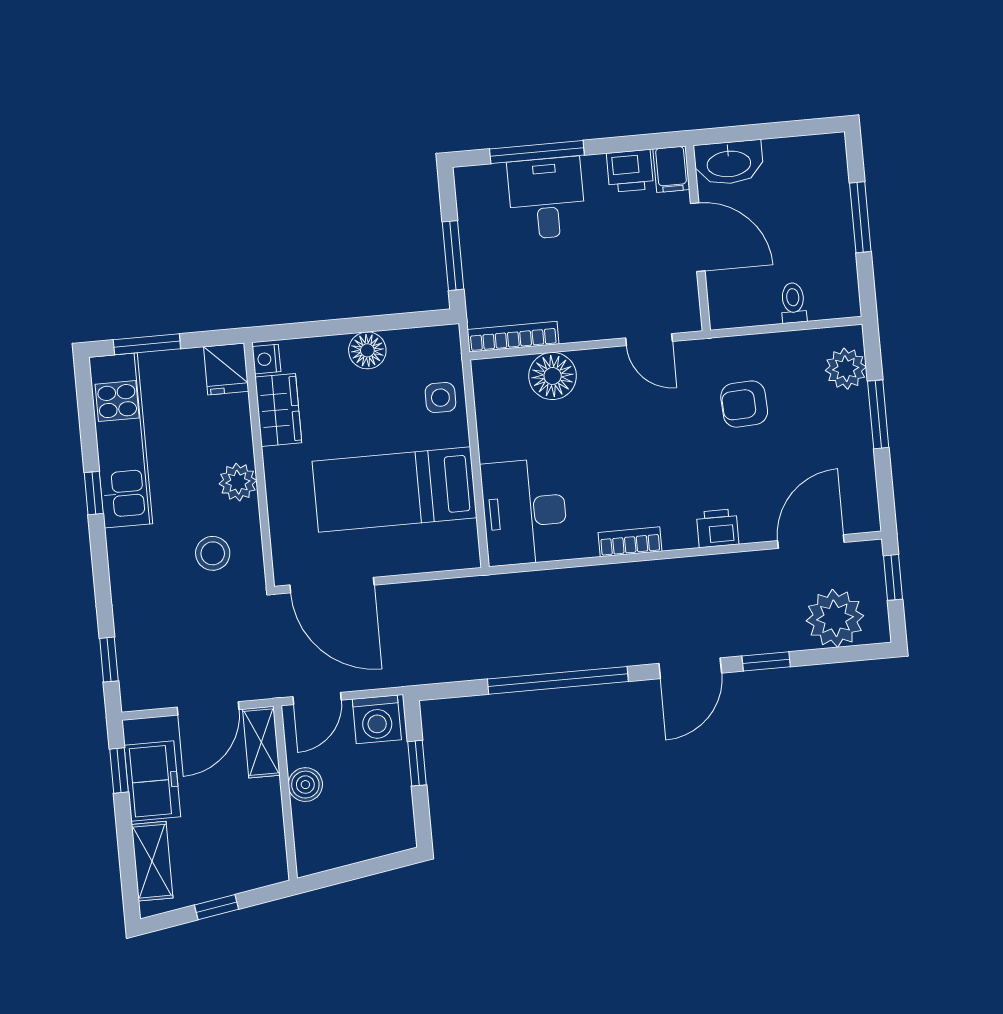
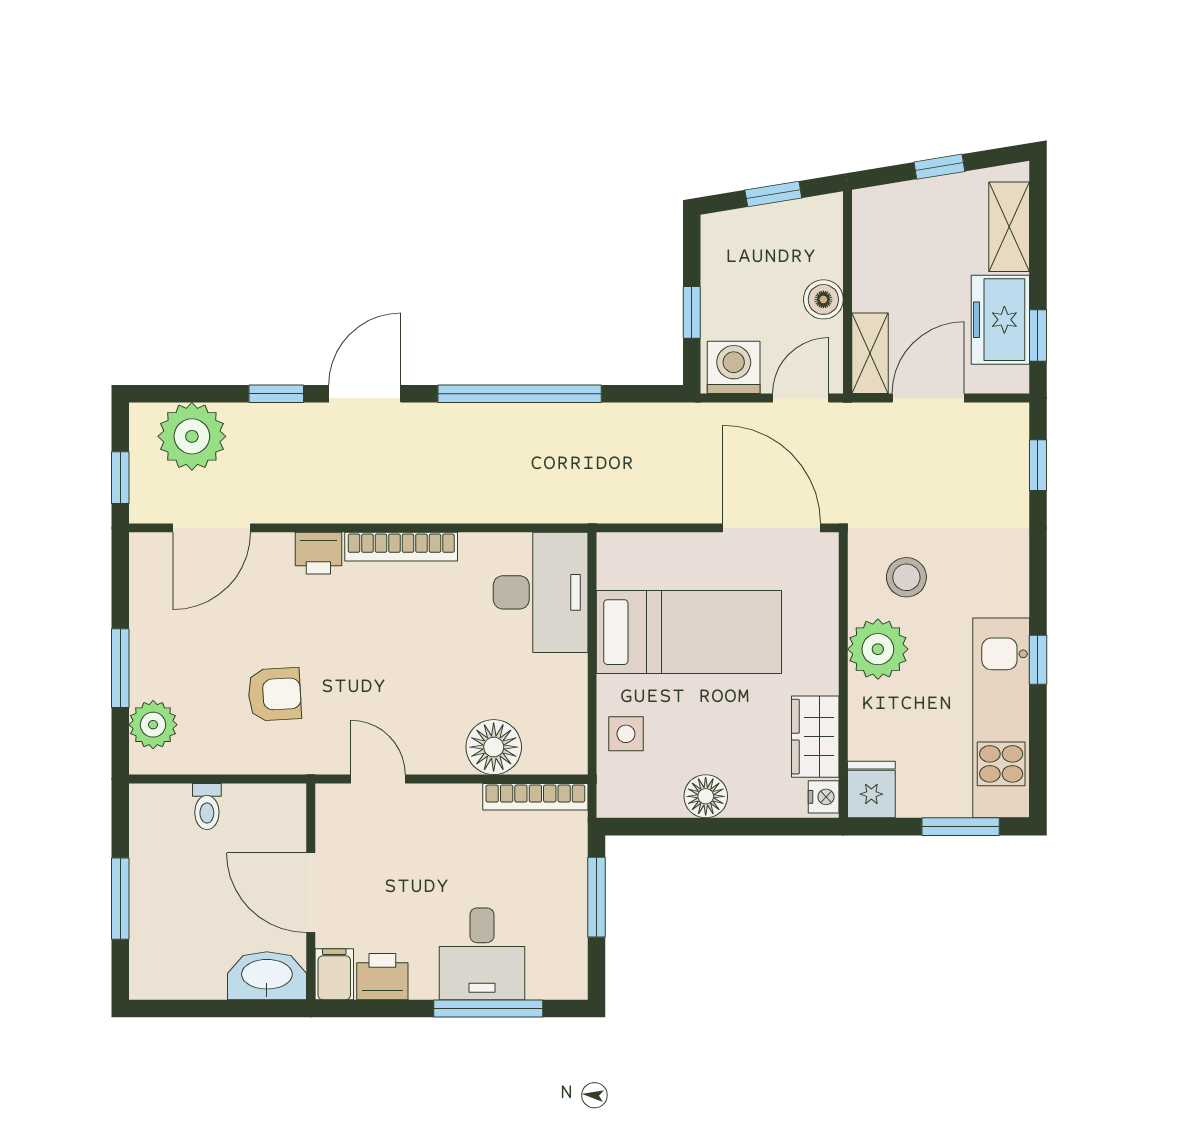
plant: (238, 482) -> (878, 649), width x1.36, depth x1.36
bookcase: (630, 542) -> (401, 547), width x1.56
window: (356, 871) -> (773, 194), added

